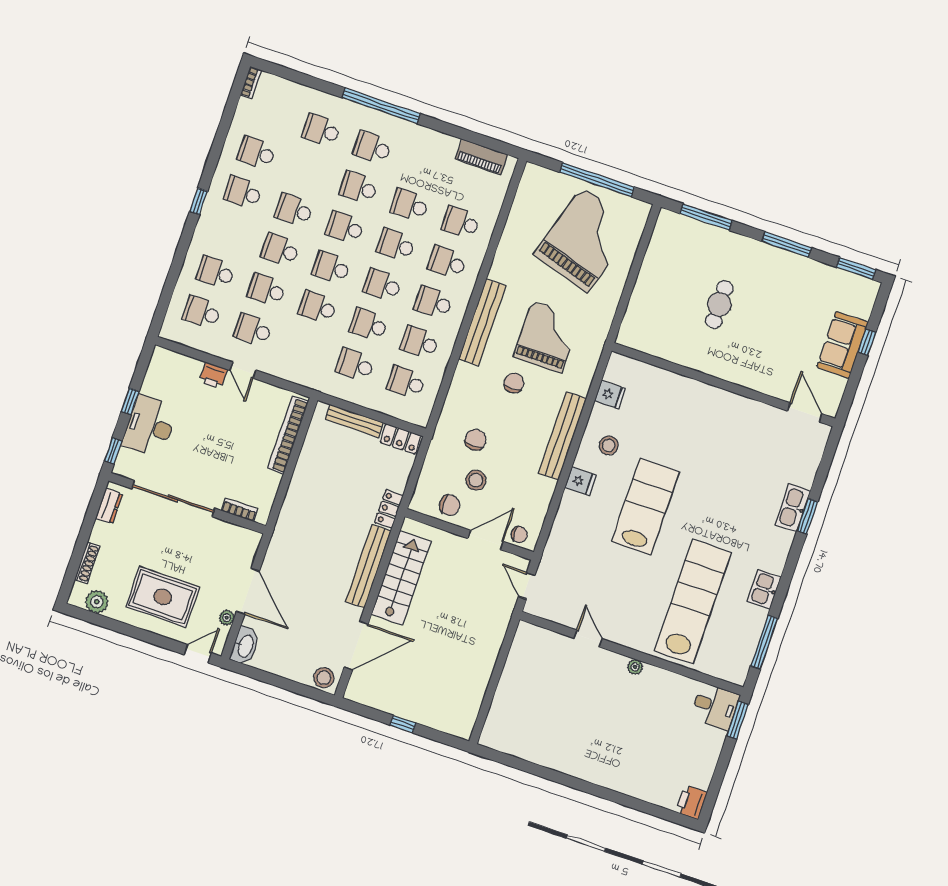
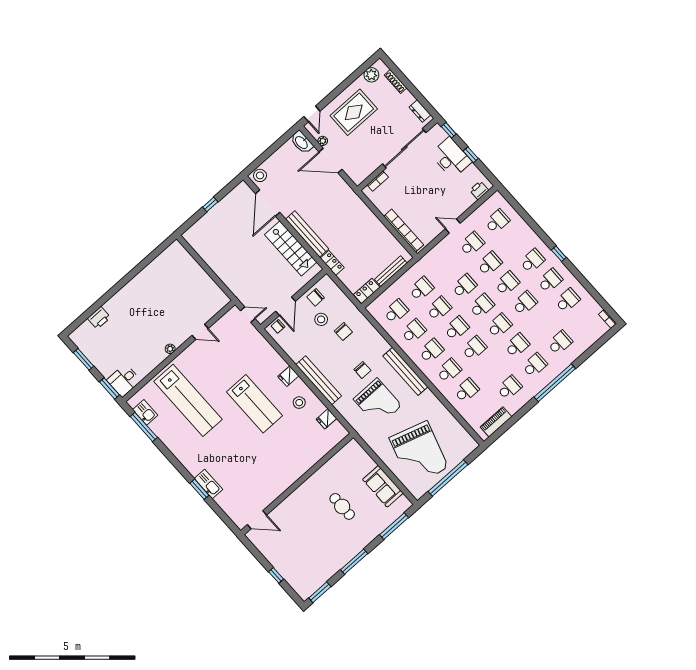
school desk: (410, 205) -> (509, 388), moved
school desk: (216, 272) -> (532, 261), moved
sofa: (843, 345) -> (383, 486), moved, turned 180
printer: (213, 375) -> (479, 190), moved
kitchen sink: (764, 589) -> (145, 412), moved
window: (717, 779) -> (84, 359), added
printer: (691, 802) -> (99, 318), moved, turned 90

